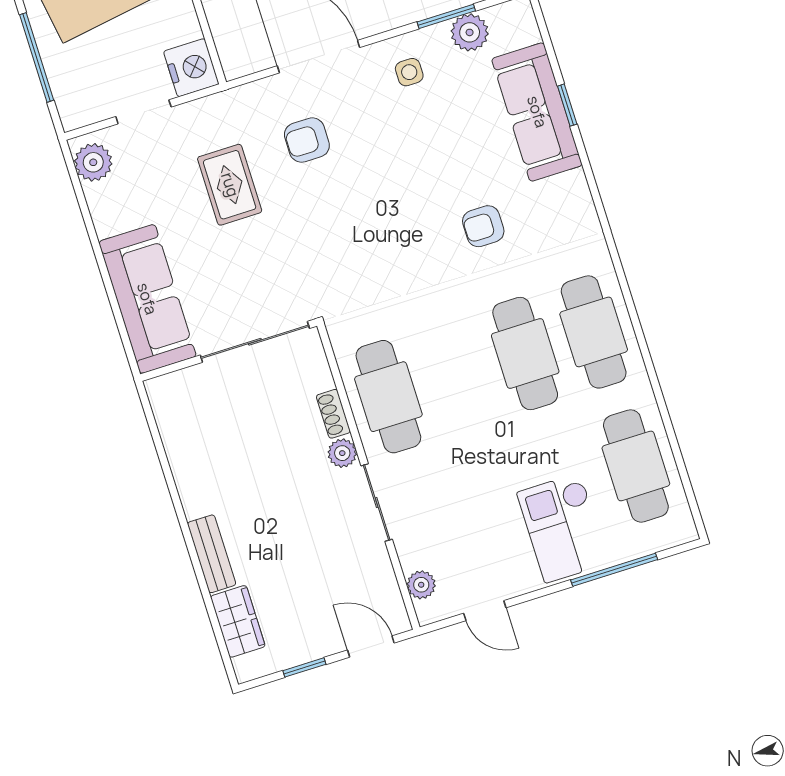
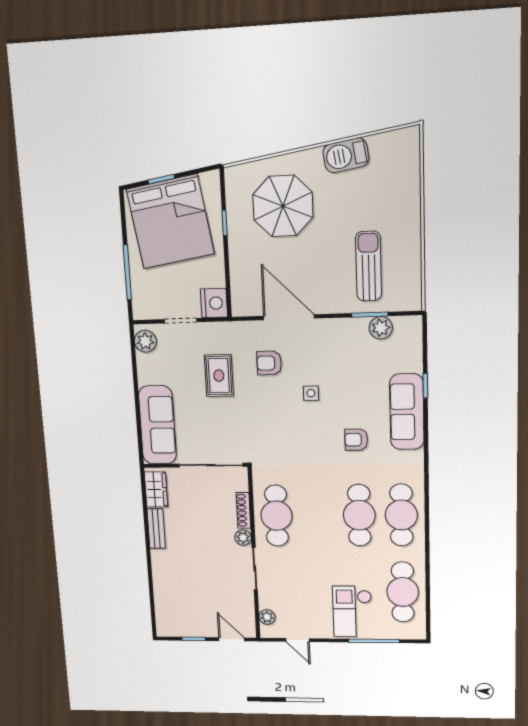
side table: (409, 72) -> (311, 393), moved
sofa: (537, 112) -> (407, 412), moved
shoe rack: (333, 414) -> (243, 510), width x1.43
bench: (212, 554) -> (156, 529), moved
wardrobe: (238, 621) -> (156, 489), moved

